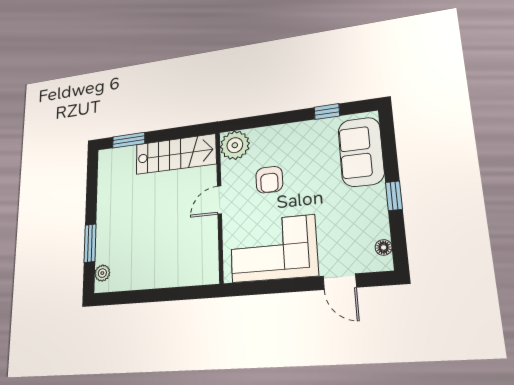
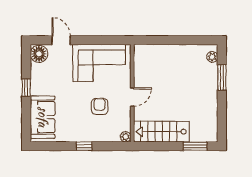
window: (327, 112) -> (84, 146), moved
plant: (235, 145) -> (126, 137), width x0.53, depth x0.53
floor lamp: (384, 247) -> (39, 54), width x1.89, depth x1.89

